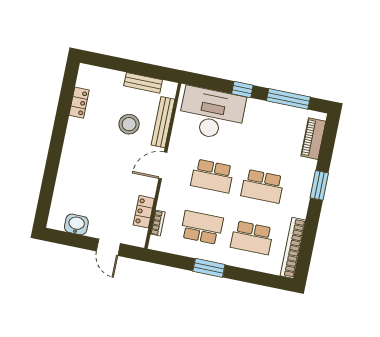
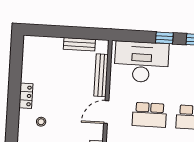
locker: (79, 103) -> (26, 96), moved
stool: (129, 124) -> (41, 122), moved, width x0.53, depth x0.53

